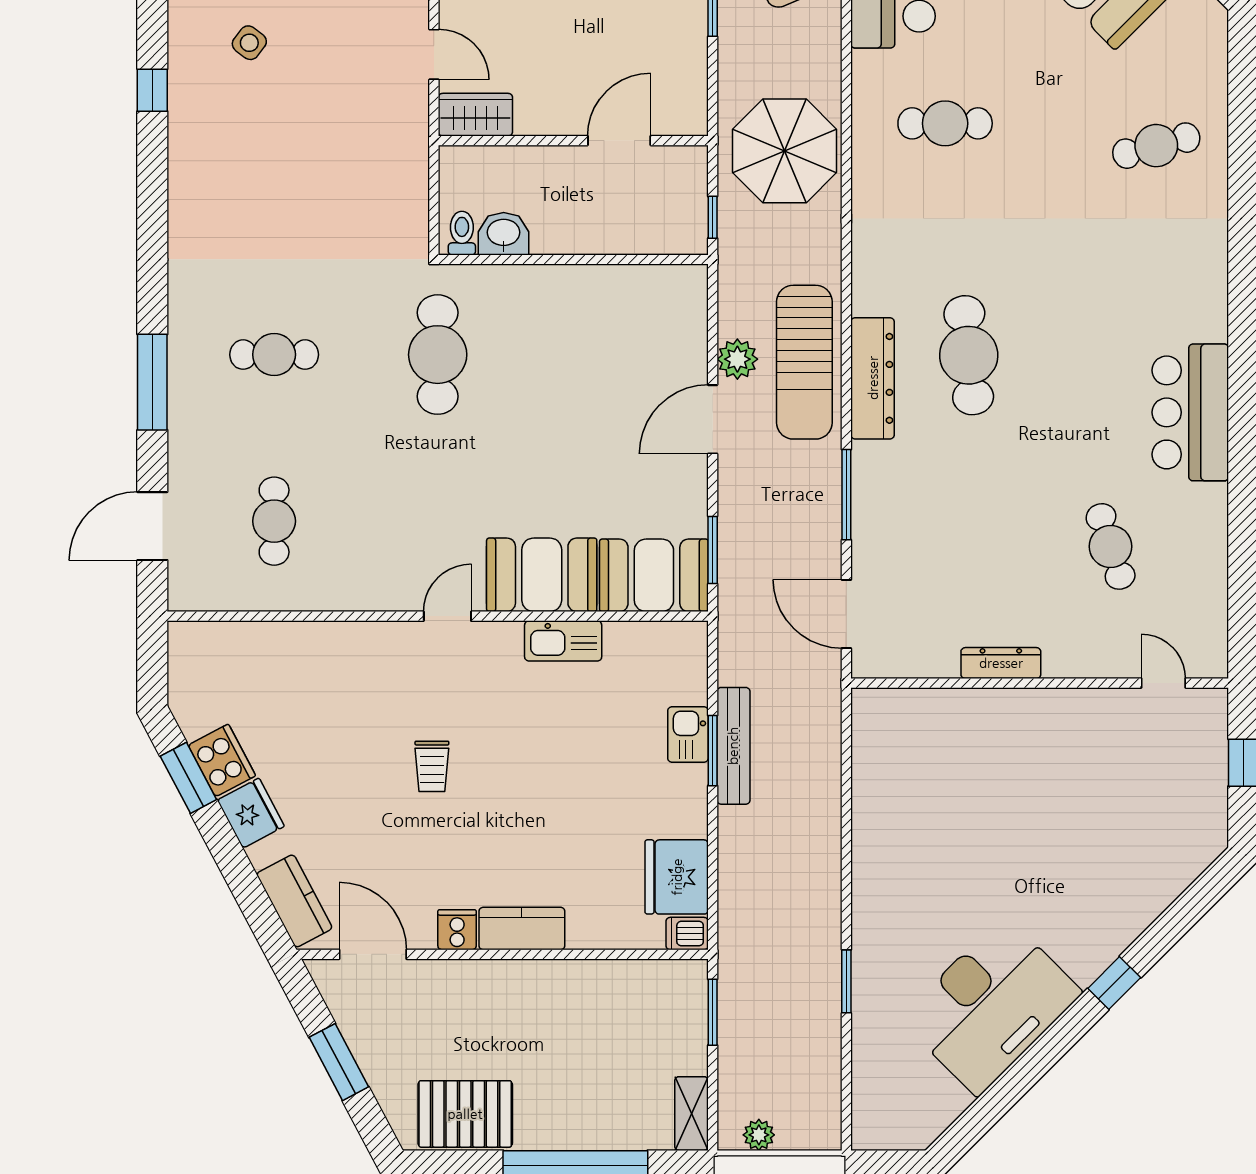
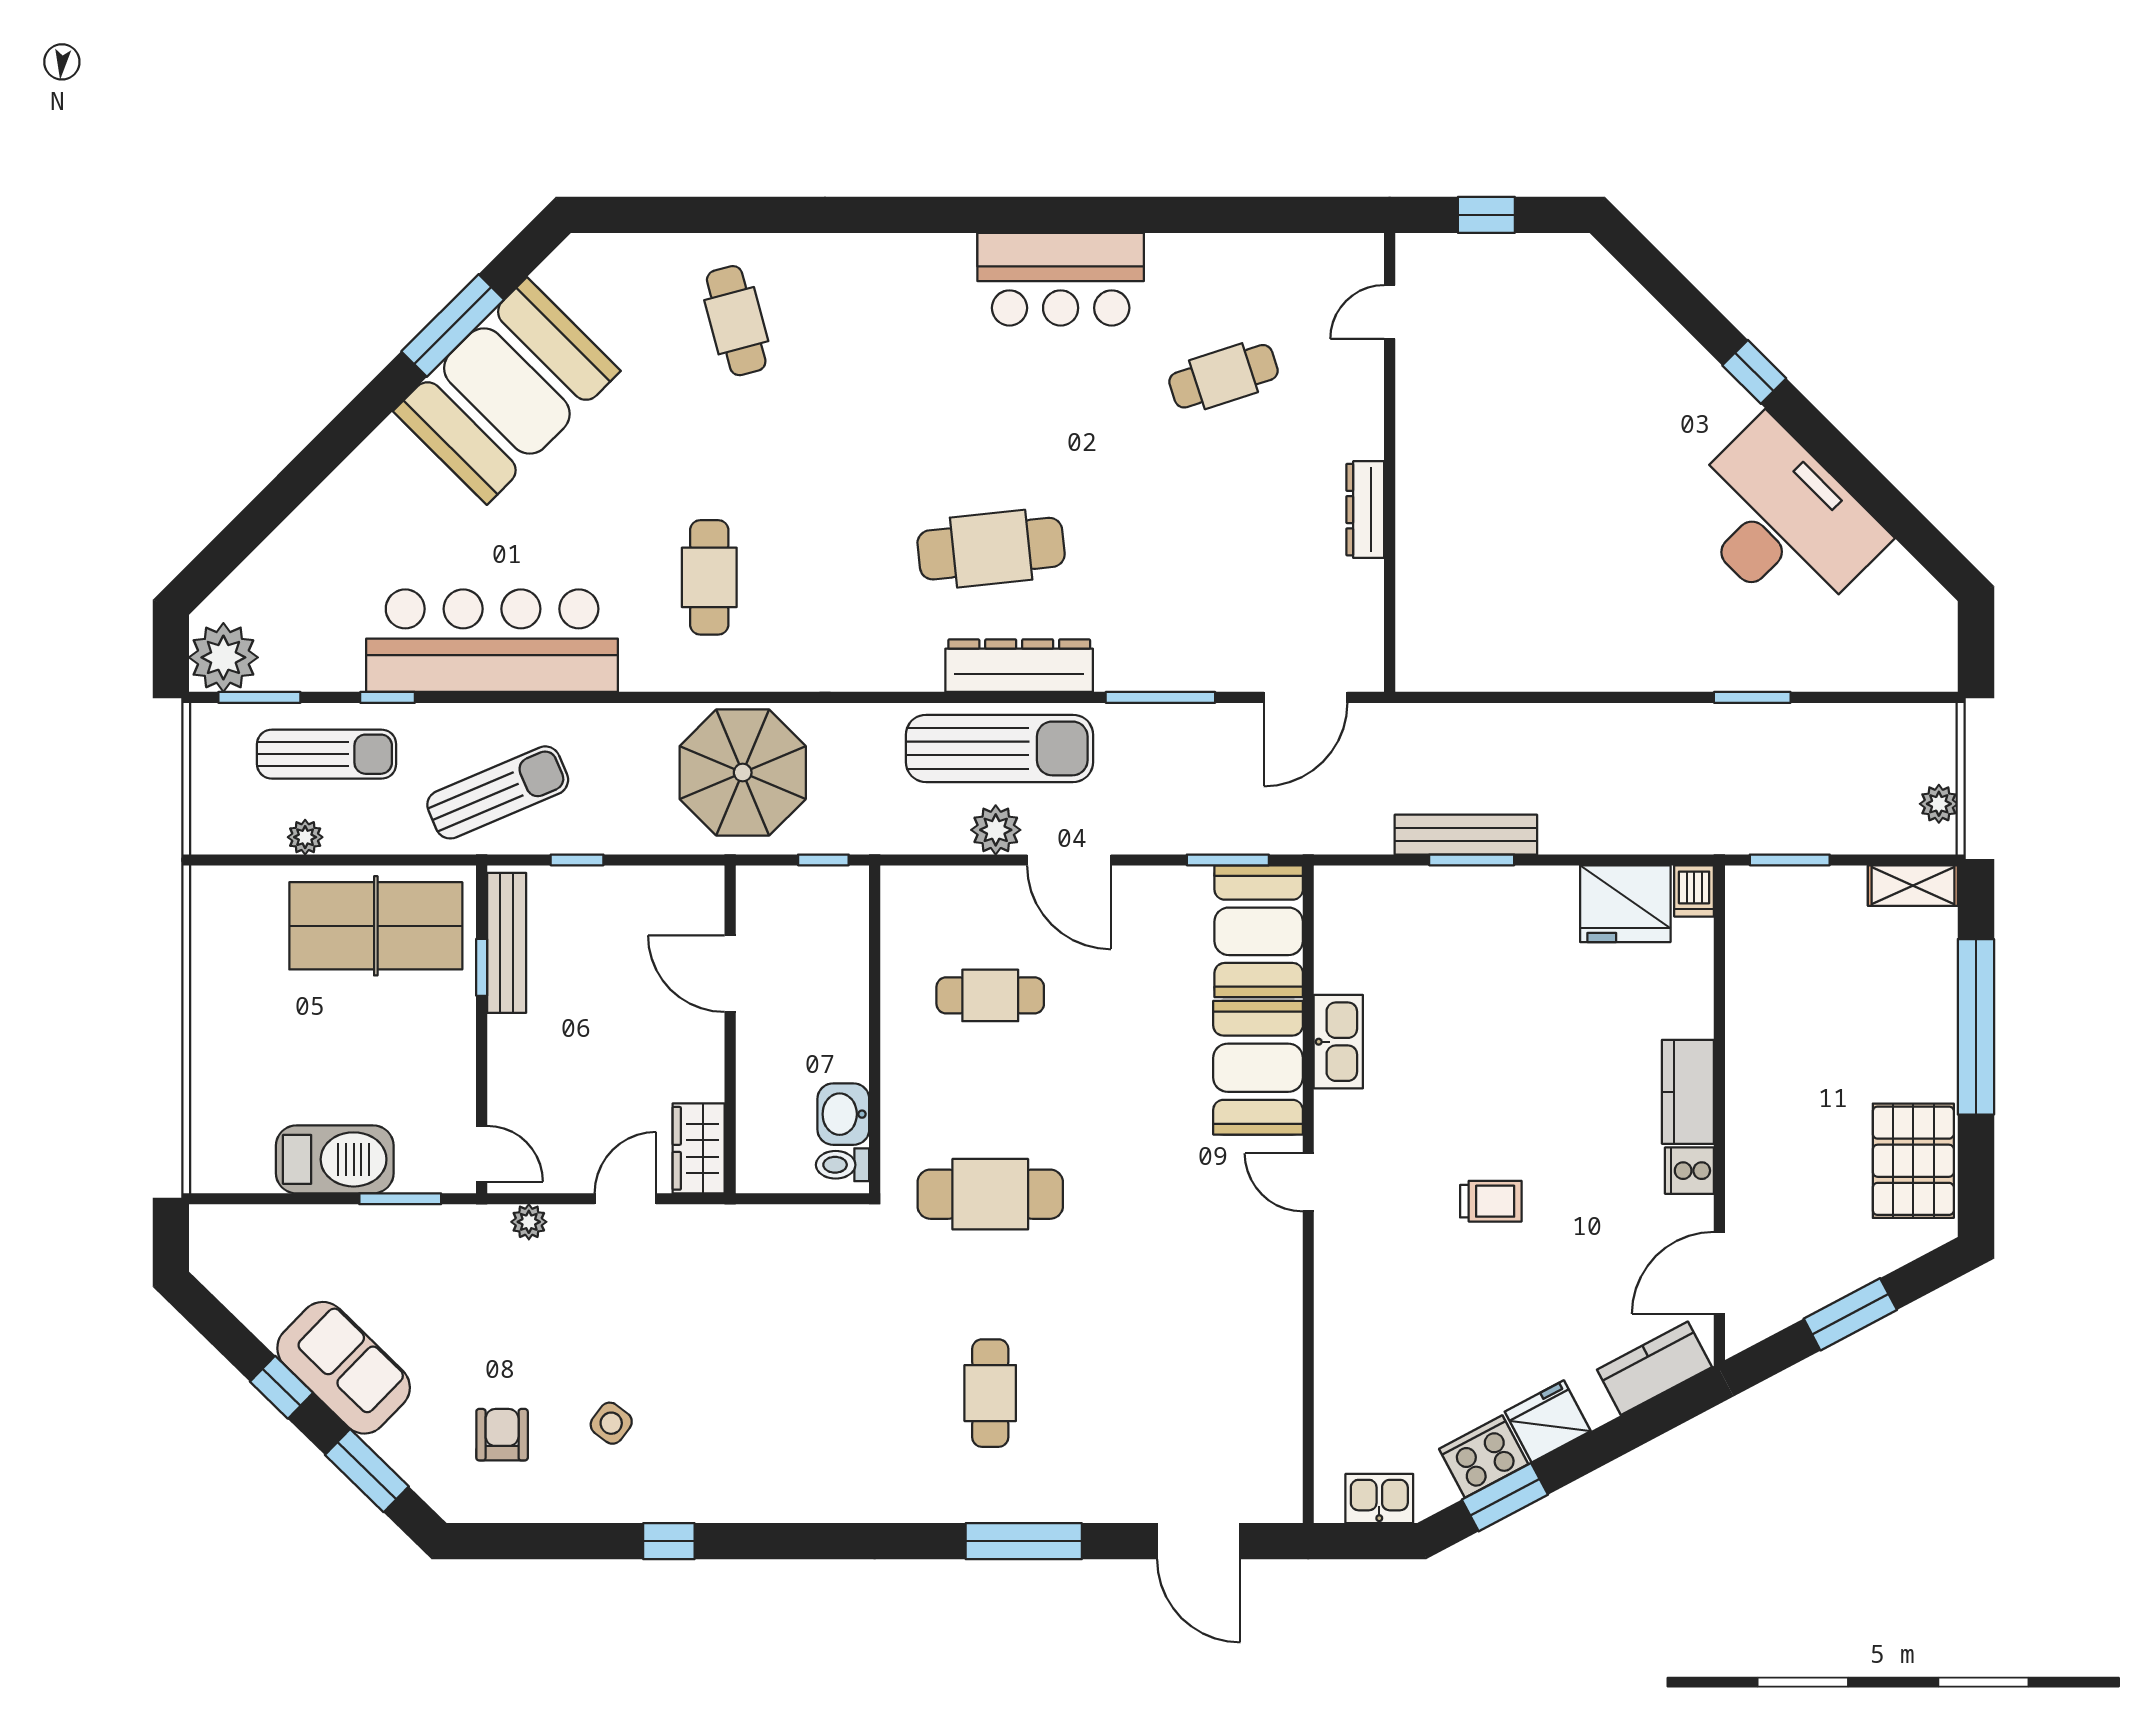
cafe table: (274, 521) -> (990, 995), moved
kitchen sink: (688, 734) -> (1379, 1499), moved, turned 180

